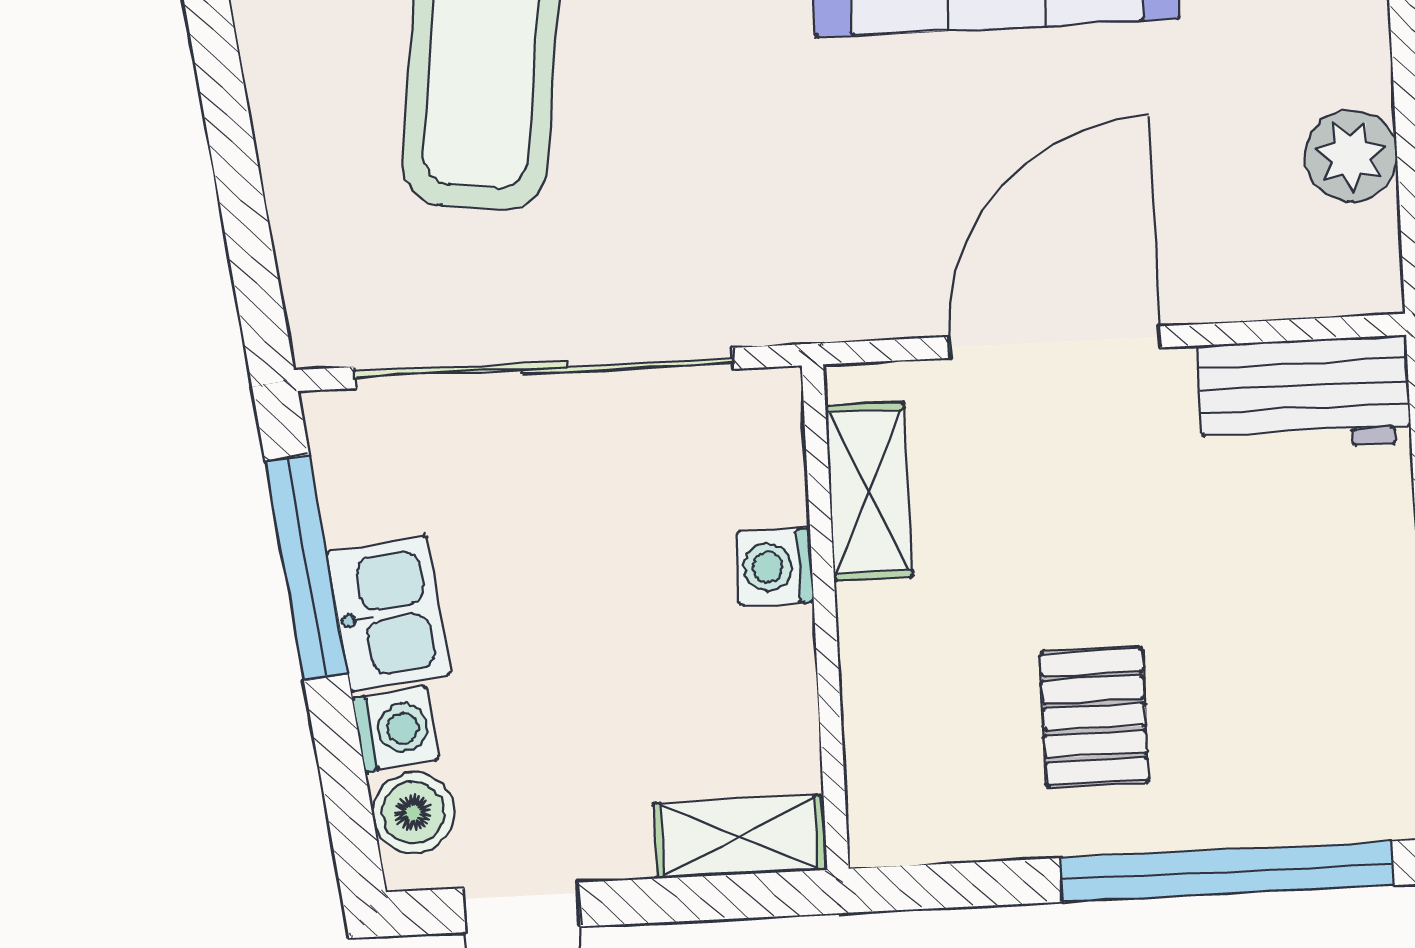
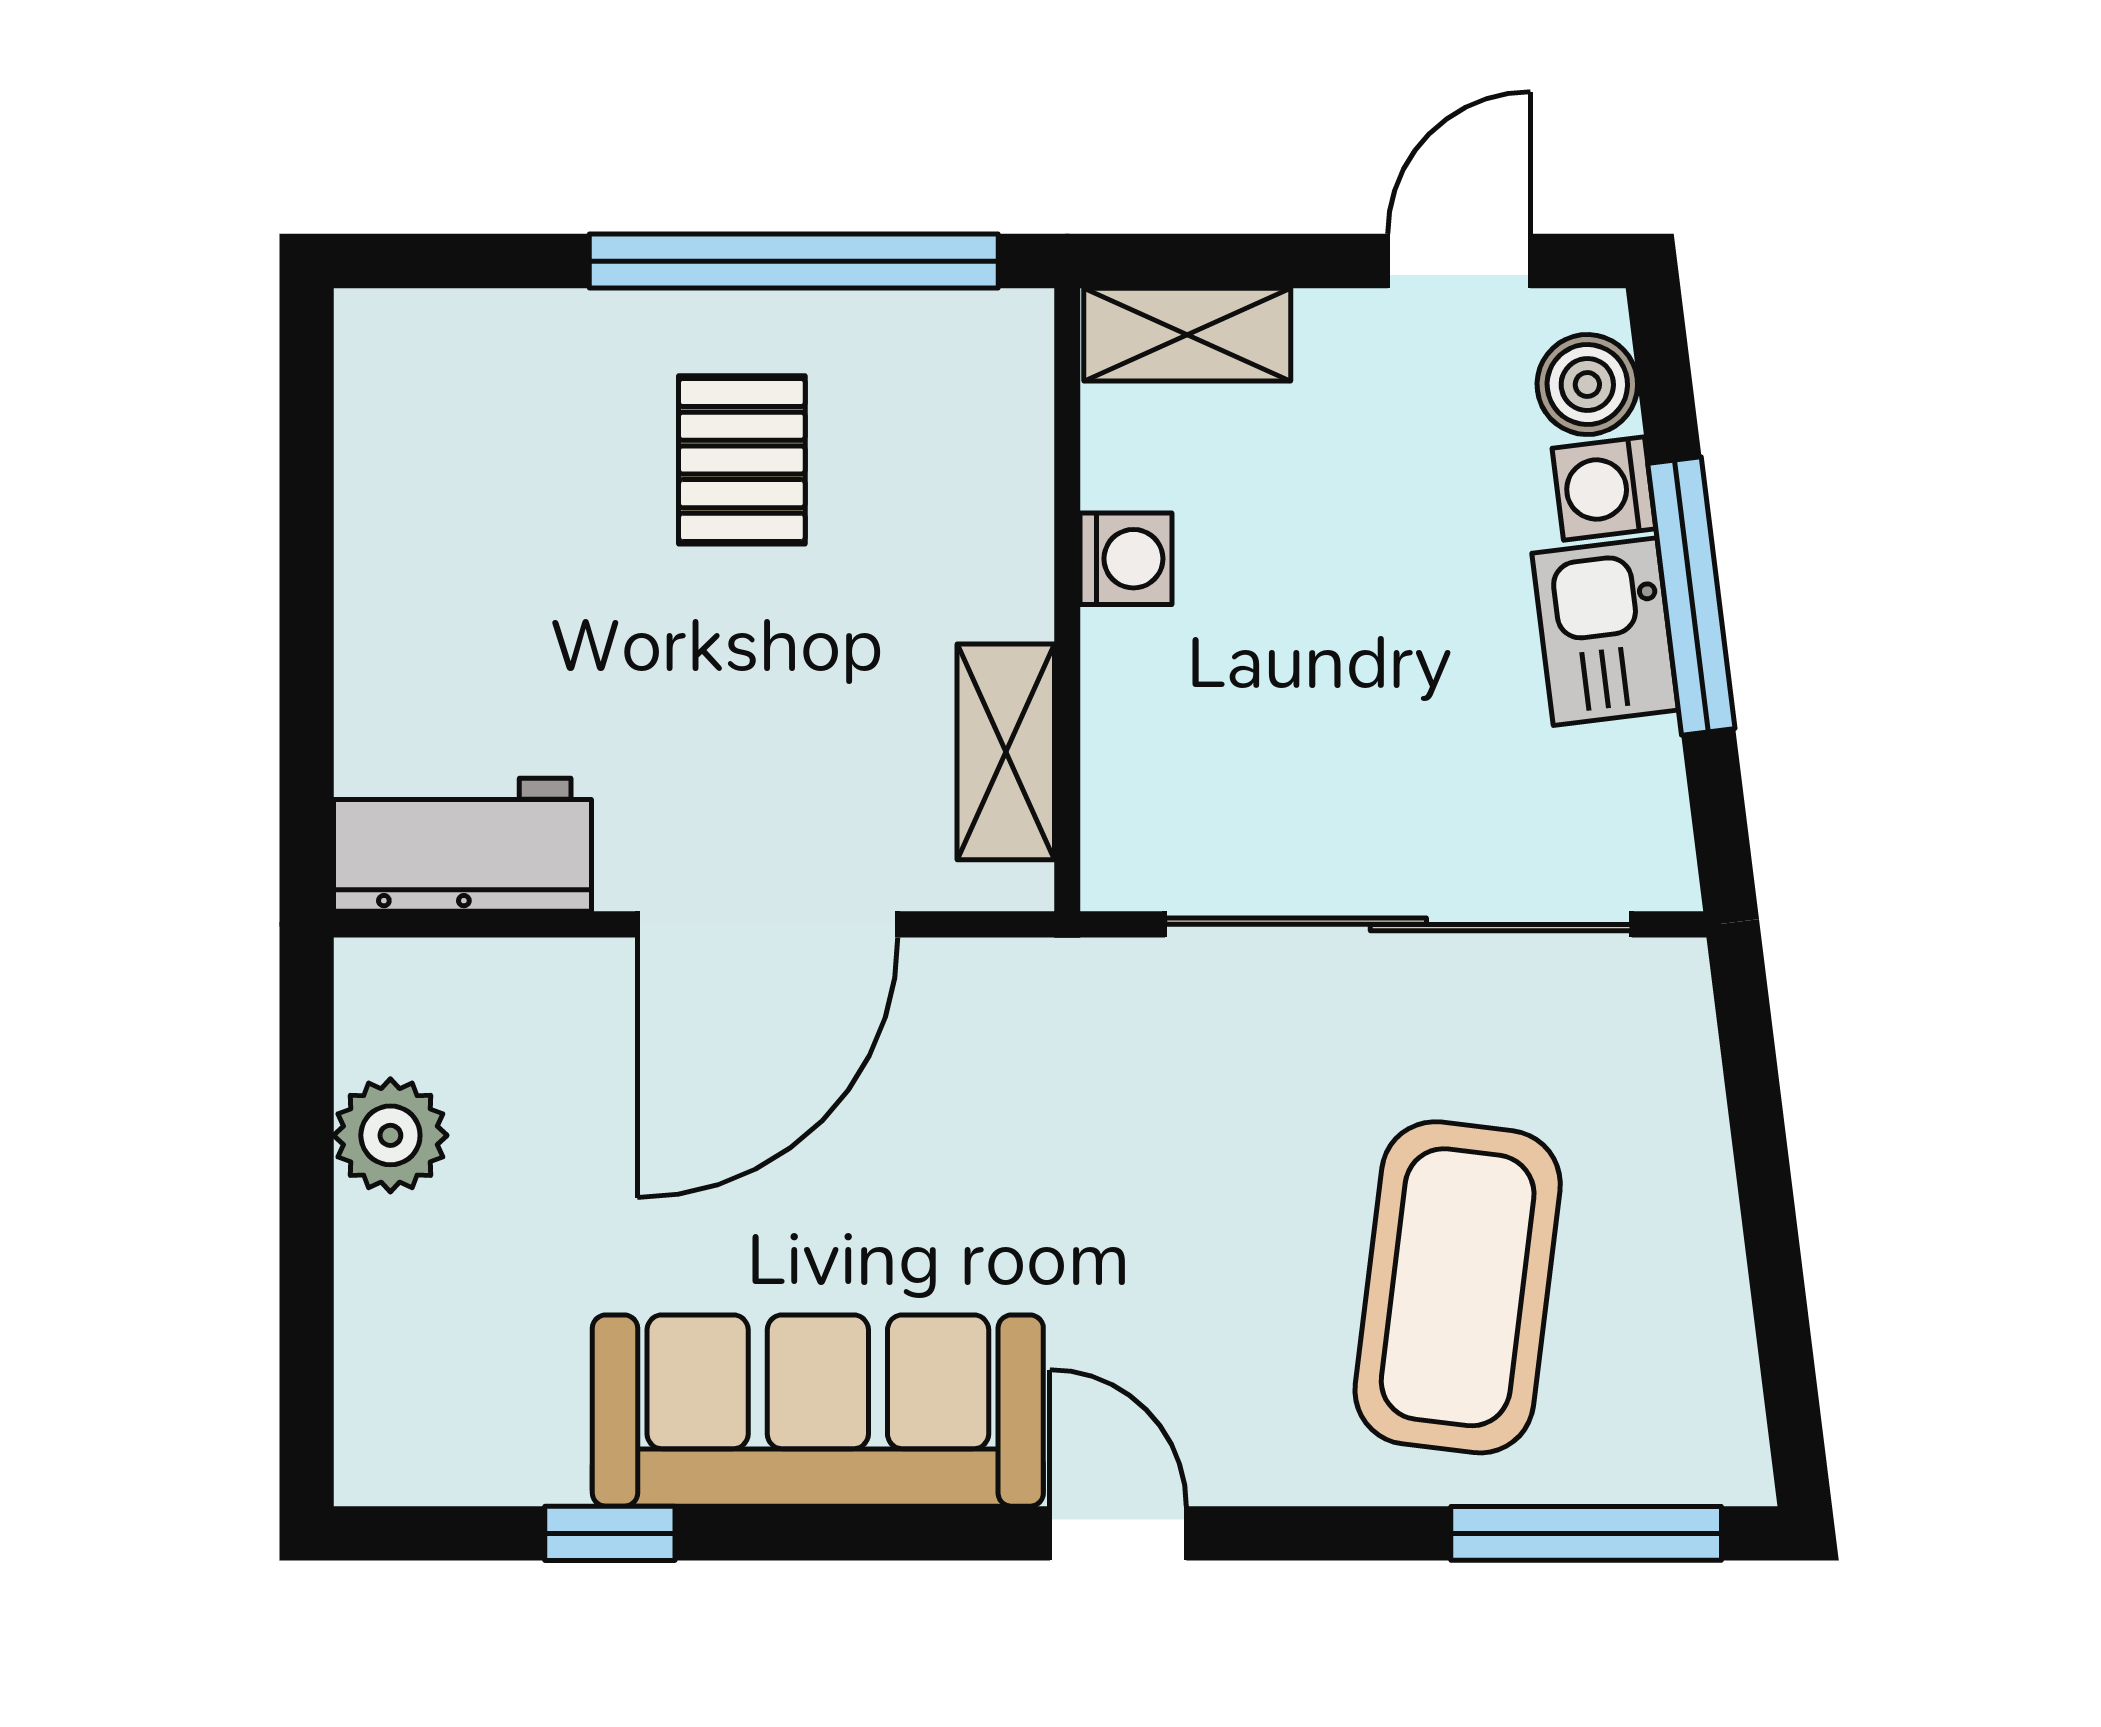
washing machine: (775, 567) -> (1126, 559), moved
window: (306, 568) -> (1691, 596), moved
window: (1227, 872) -> (794, 261), moved

